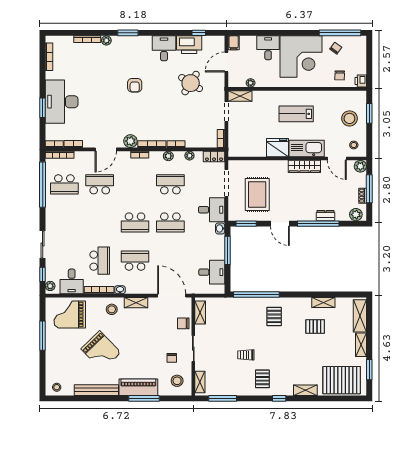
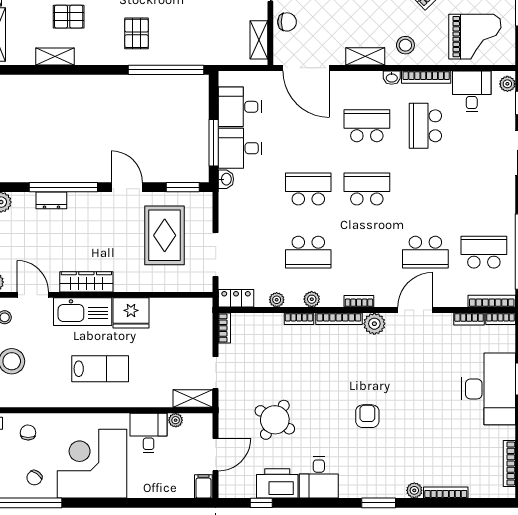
desk: (268, 48) -> (149, 433), moved, turned 180
desk: (212, 210) -> (240, 148), moved
school desk: (135, 261) -> (367, 126), turned 180

